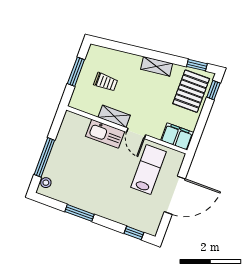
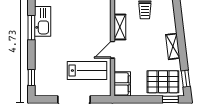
kitchen sink: (105, 134) -> (43, 21), moved, turned 180

